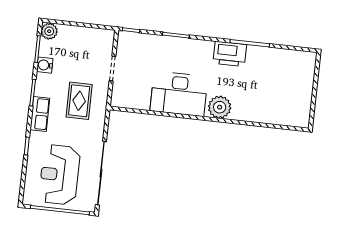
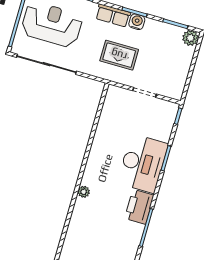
water cooler: (45, 65) -> (137, 22), moved
desk: (179, 94) -> (143, 163), moved, turned 180
plant: (220, 107) -> (84, 192), width x0.53, depth x0.53

